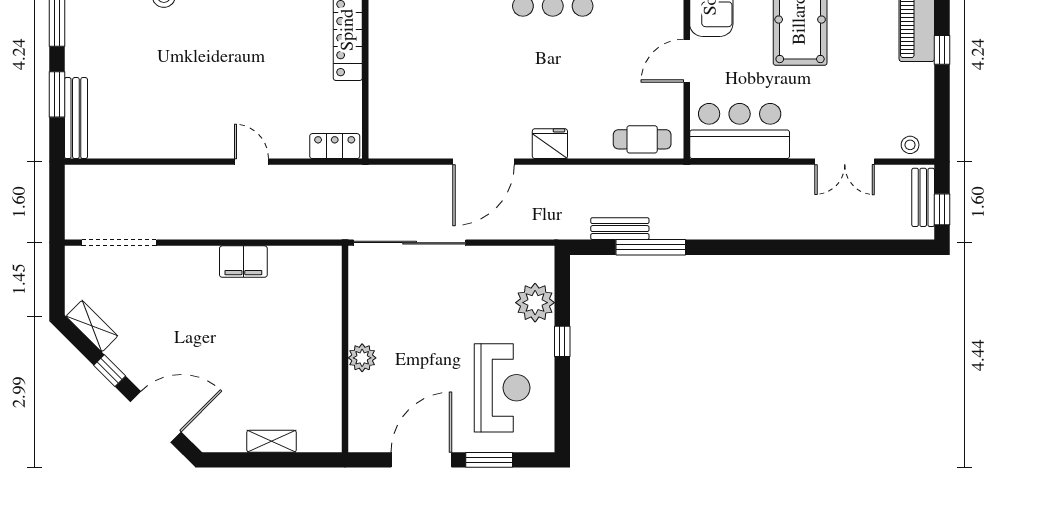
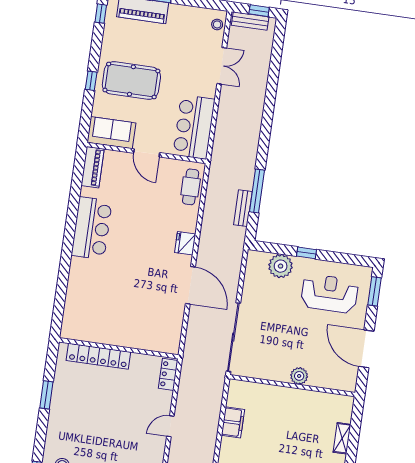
filing cabinet: (243, 262) -> (233, 422), moved
window: (489, 460) -> (375, 291), moved

